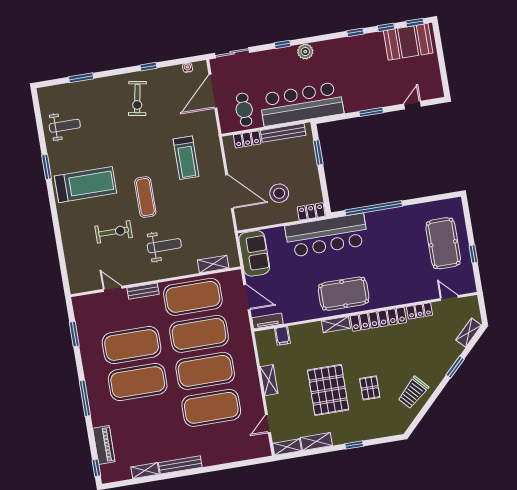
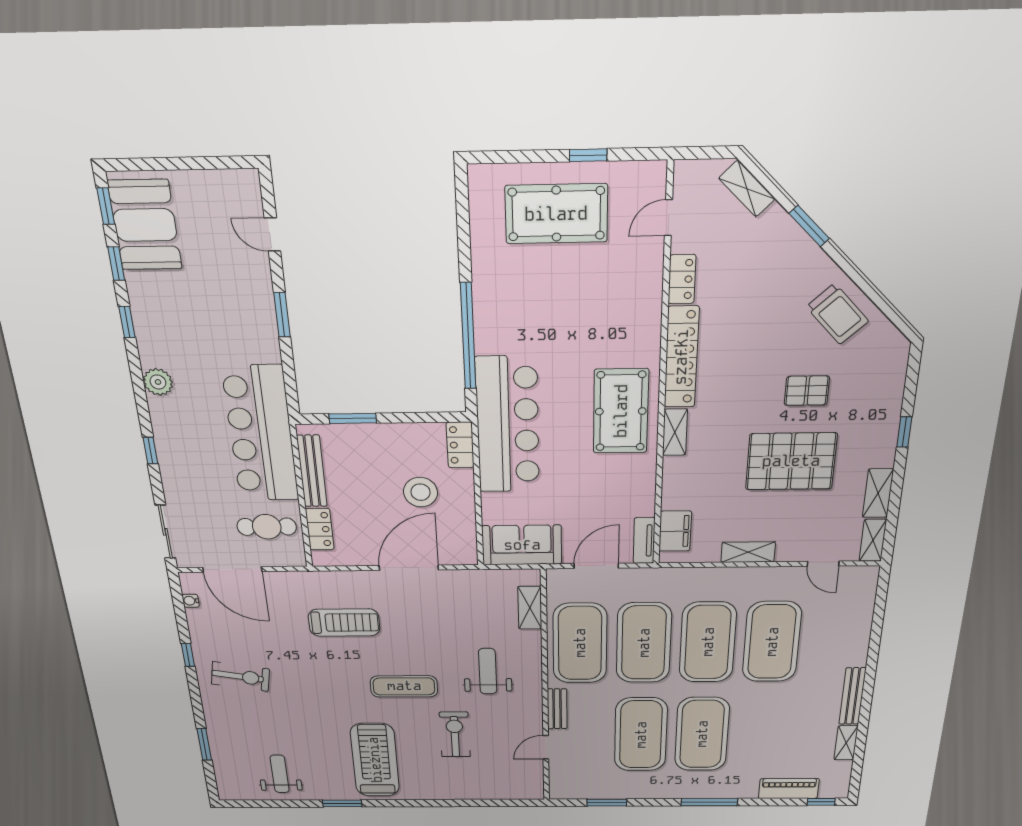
plant: (305, 52) -> (158, 382), moved
filing cabinet: (282, 336) -> (675, 531), width x2.00

